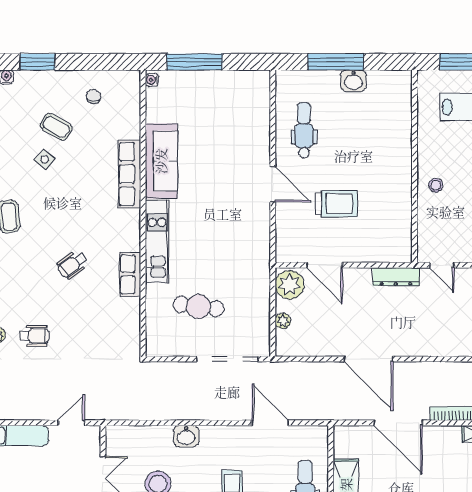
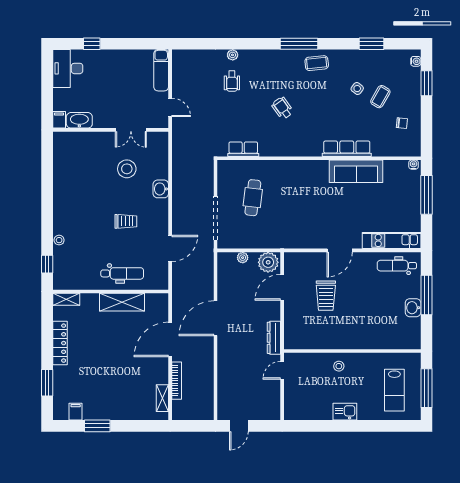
dental chair: (304, 130) -> (397, 266), moved, turned 180
kitchen unit: (157, 241) -> (392, 240), moved, turned 180
row of seats: (130, 274) -> (243, 149), moved

